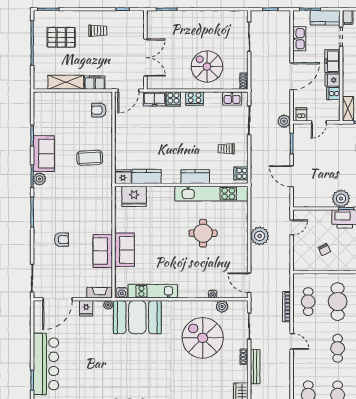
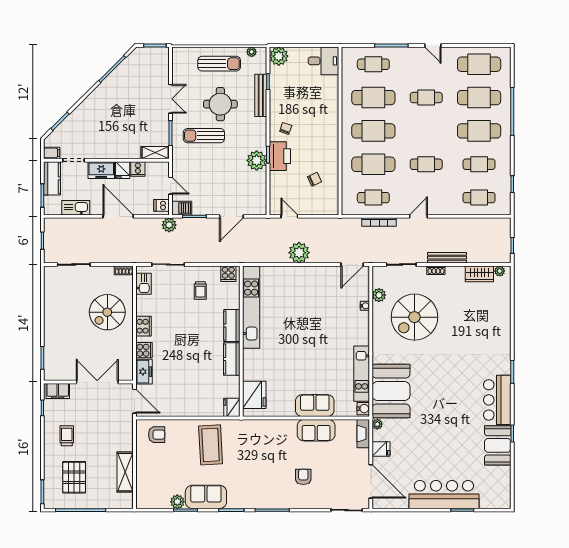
filing cabinet: (95, 83) -> (58, 391), moved, turned -90
armchair: (99, 110) -> (157, 435), turned -90
barbecue: (299, 132) -> (182, 208), added
coffee table: (90, 158) -> (211, 445), width x1.36, depth x1.32
kitchen counter: (147, 176) -> (232, 359), moved
plant: (40, 179) -> (177, 502), moved
round table: (203, 233) -> (296, 317), removed

